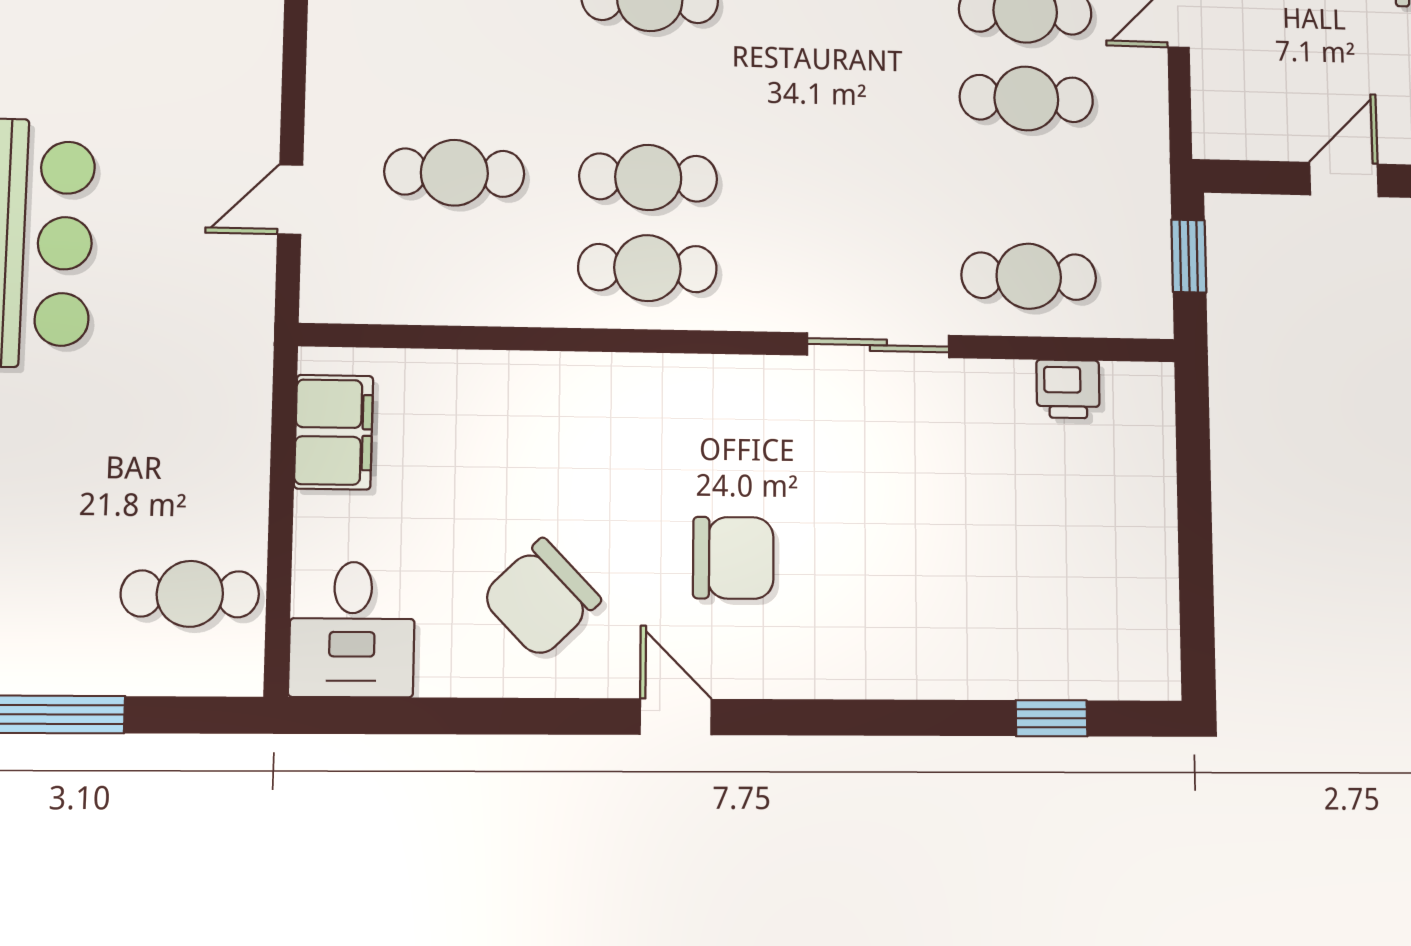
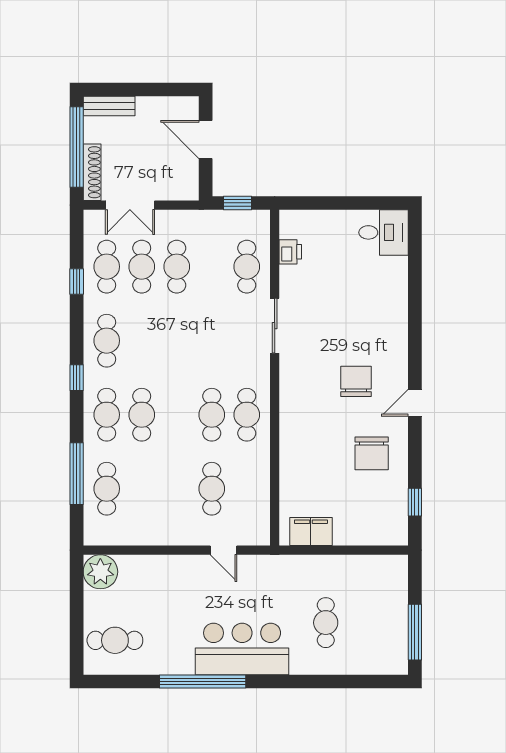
door: (1344, 179) -> (206, 140), width x1.37
cafe table: (190, 594) -> (326, 623), moved
chair: (541, 598) -> (372, 453), turned 44
desk: (352, 629) -> (384, 232), moved
window: (1051, 718) -> (415, 502), moved

